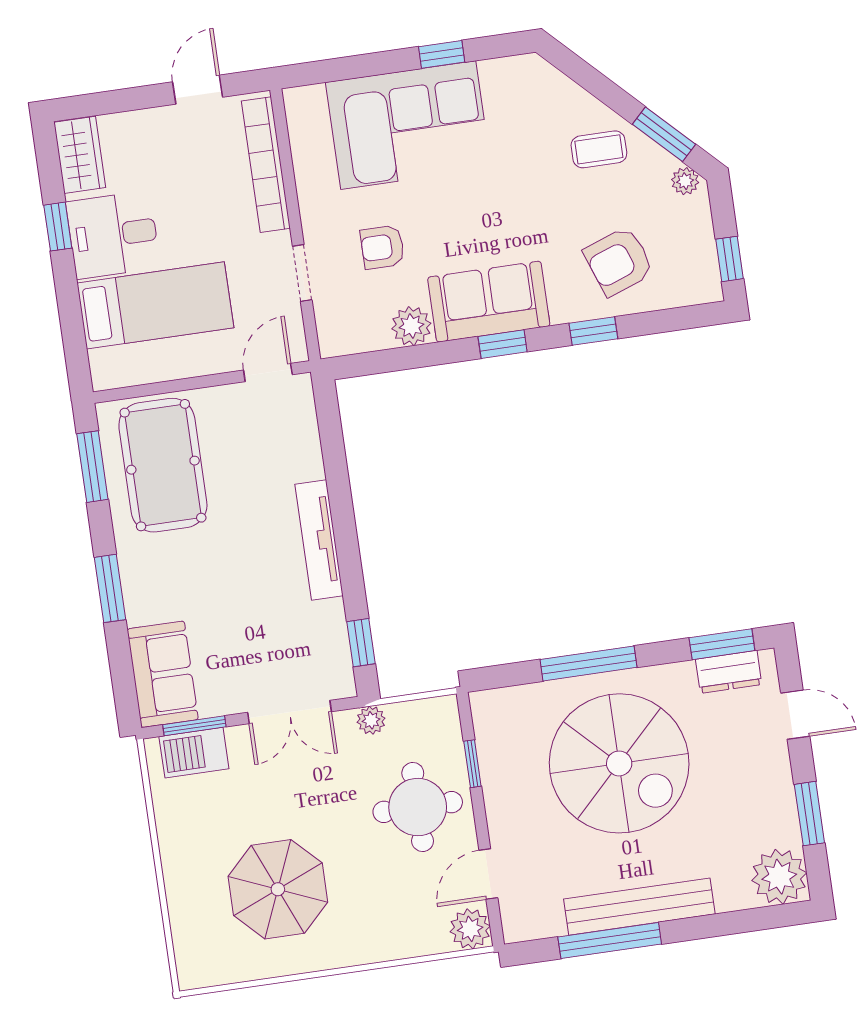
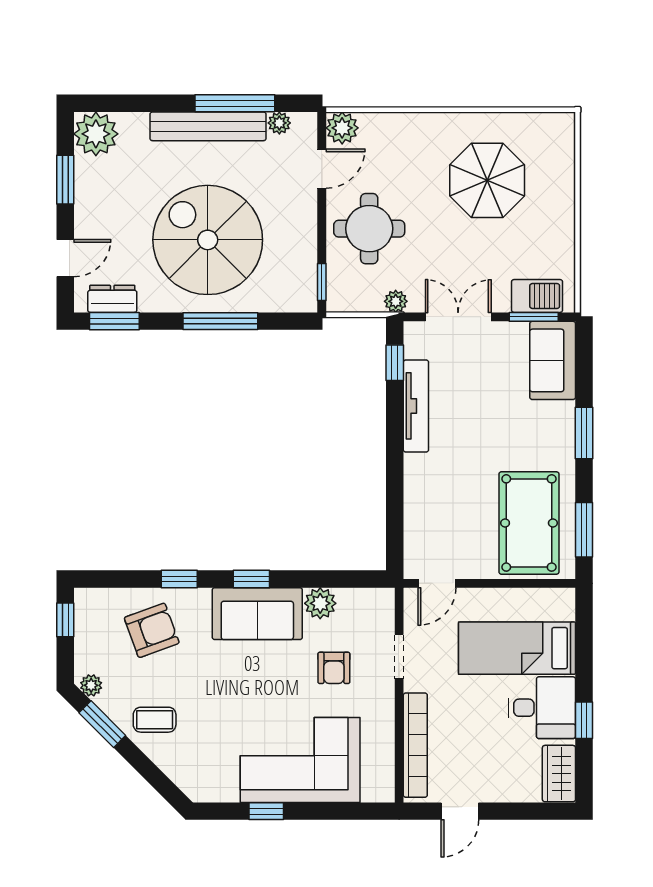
armchair: (382, 247) -> (334, 668), turned 90
tv unit: (319, 540) -> (416, 406), moved
door: (795, 715) -> (65, 258), swing flipped
window: (472, 764) -> (322, 282), moved
plant: (550, 924) -> (279, 123), added

